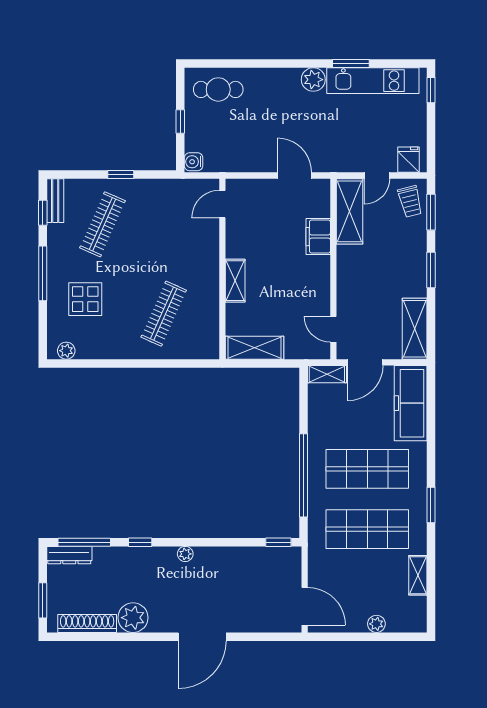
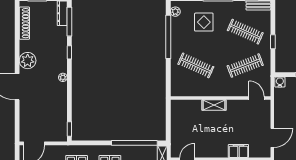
clothes rail: (164, 224) -> (245, 65), added
shelving: (254, 348) -> (177, 116), removed
window: (112, 363) -> (168, 37), added
window: (304, 475) -> (134, 143), moved
plant: (133, 618) -> (28, 61), moved

